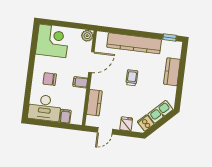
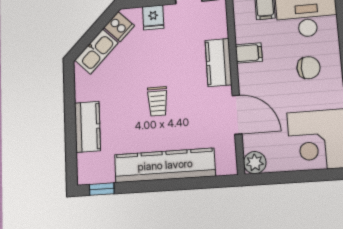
door: (91, 62) -> (237, 115), swing flipped
filing cabinet: (80, 82) -> (249, 53), moved
kitchen counter: (94, 103) -> (218, 62), moved

